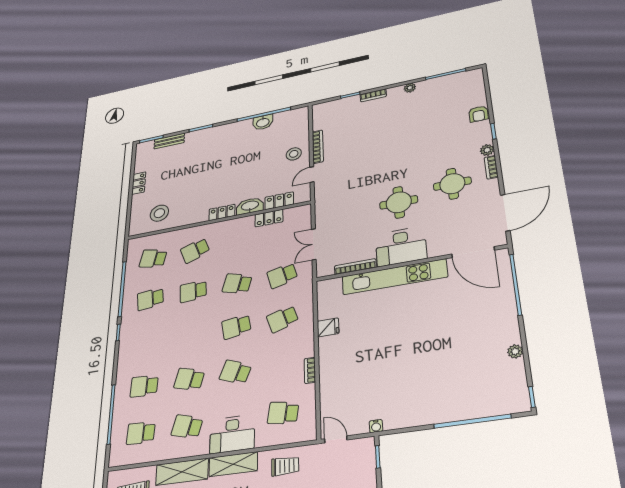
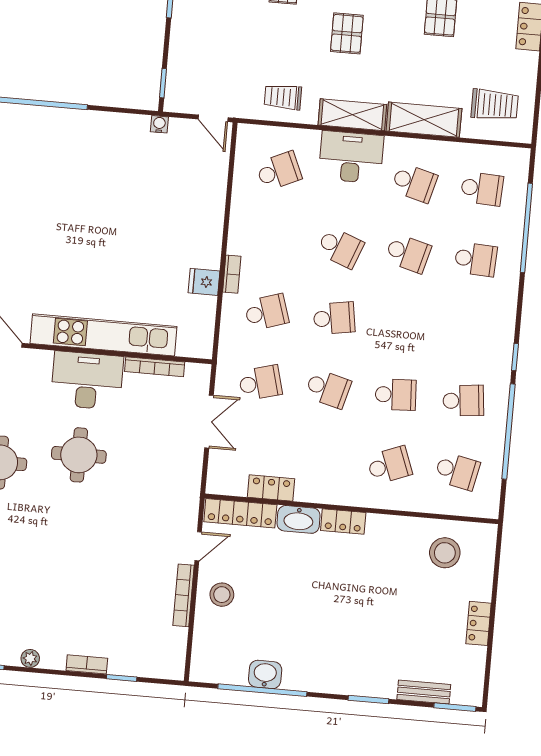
locker: (279, 201) -> (240, 513), width x1.53
bookcase: (310, 370) -> (232, 274), moved
school desk: (283, 413) -> (279, 171), turned -33

